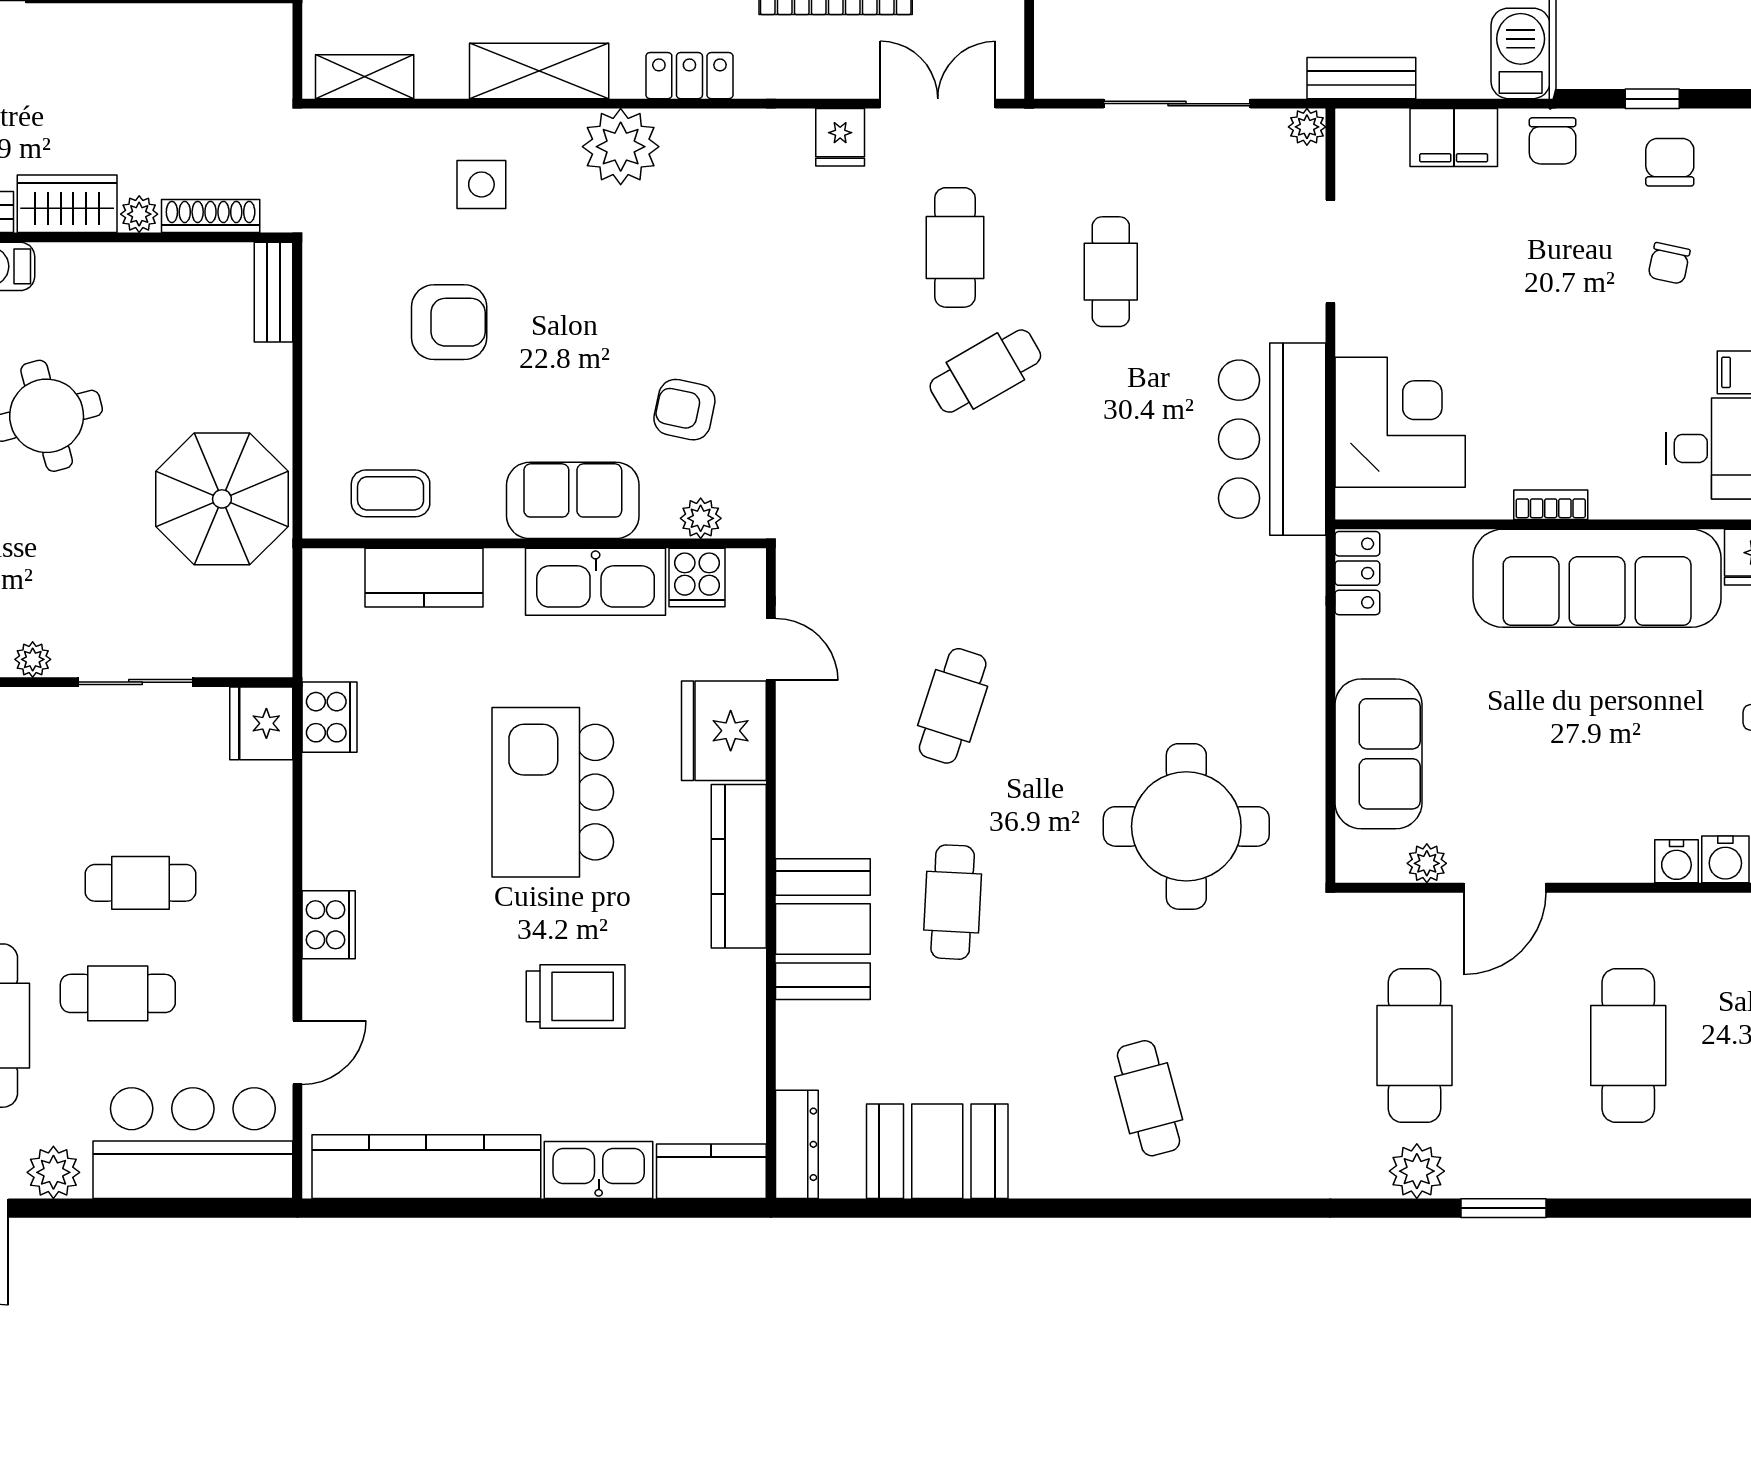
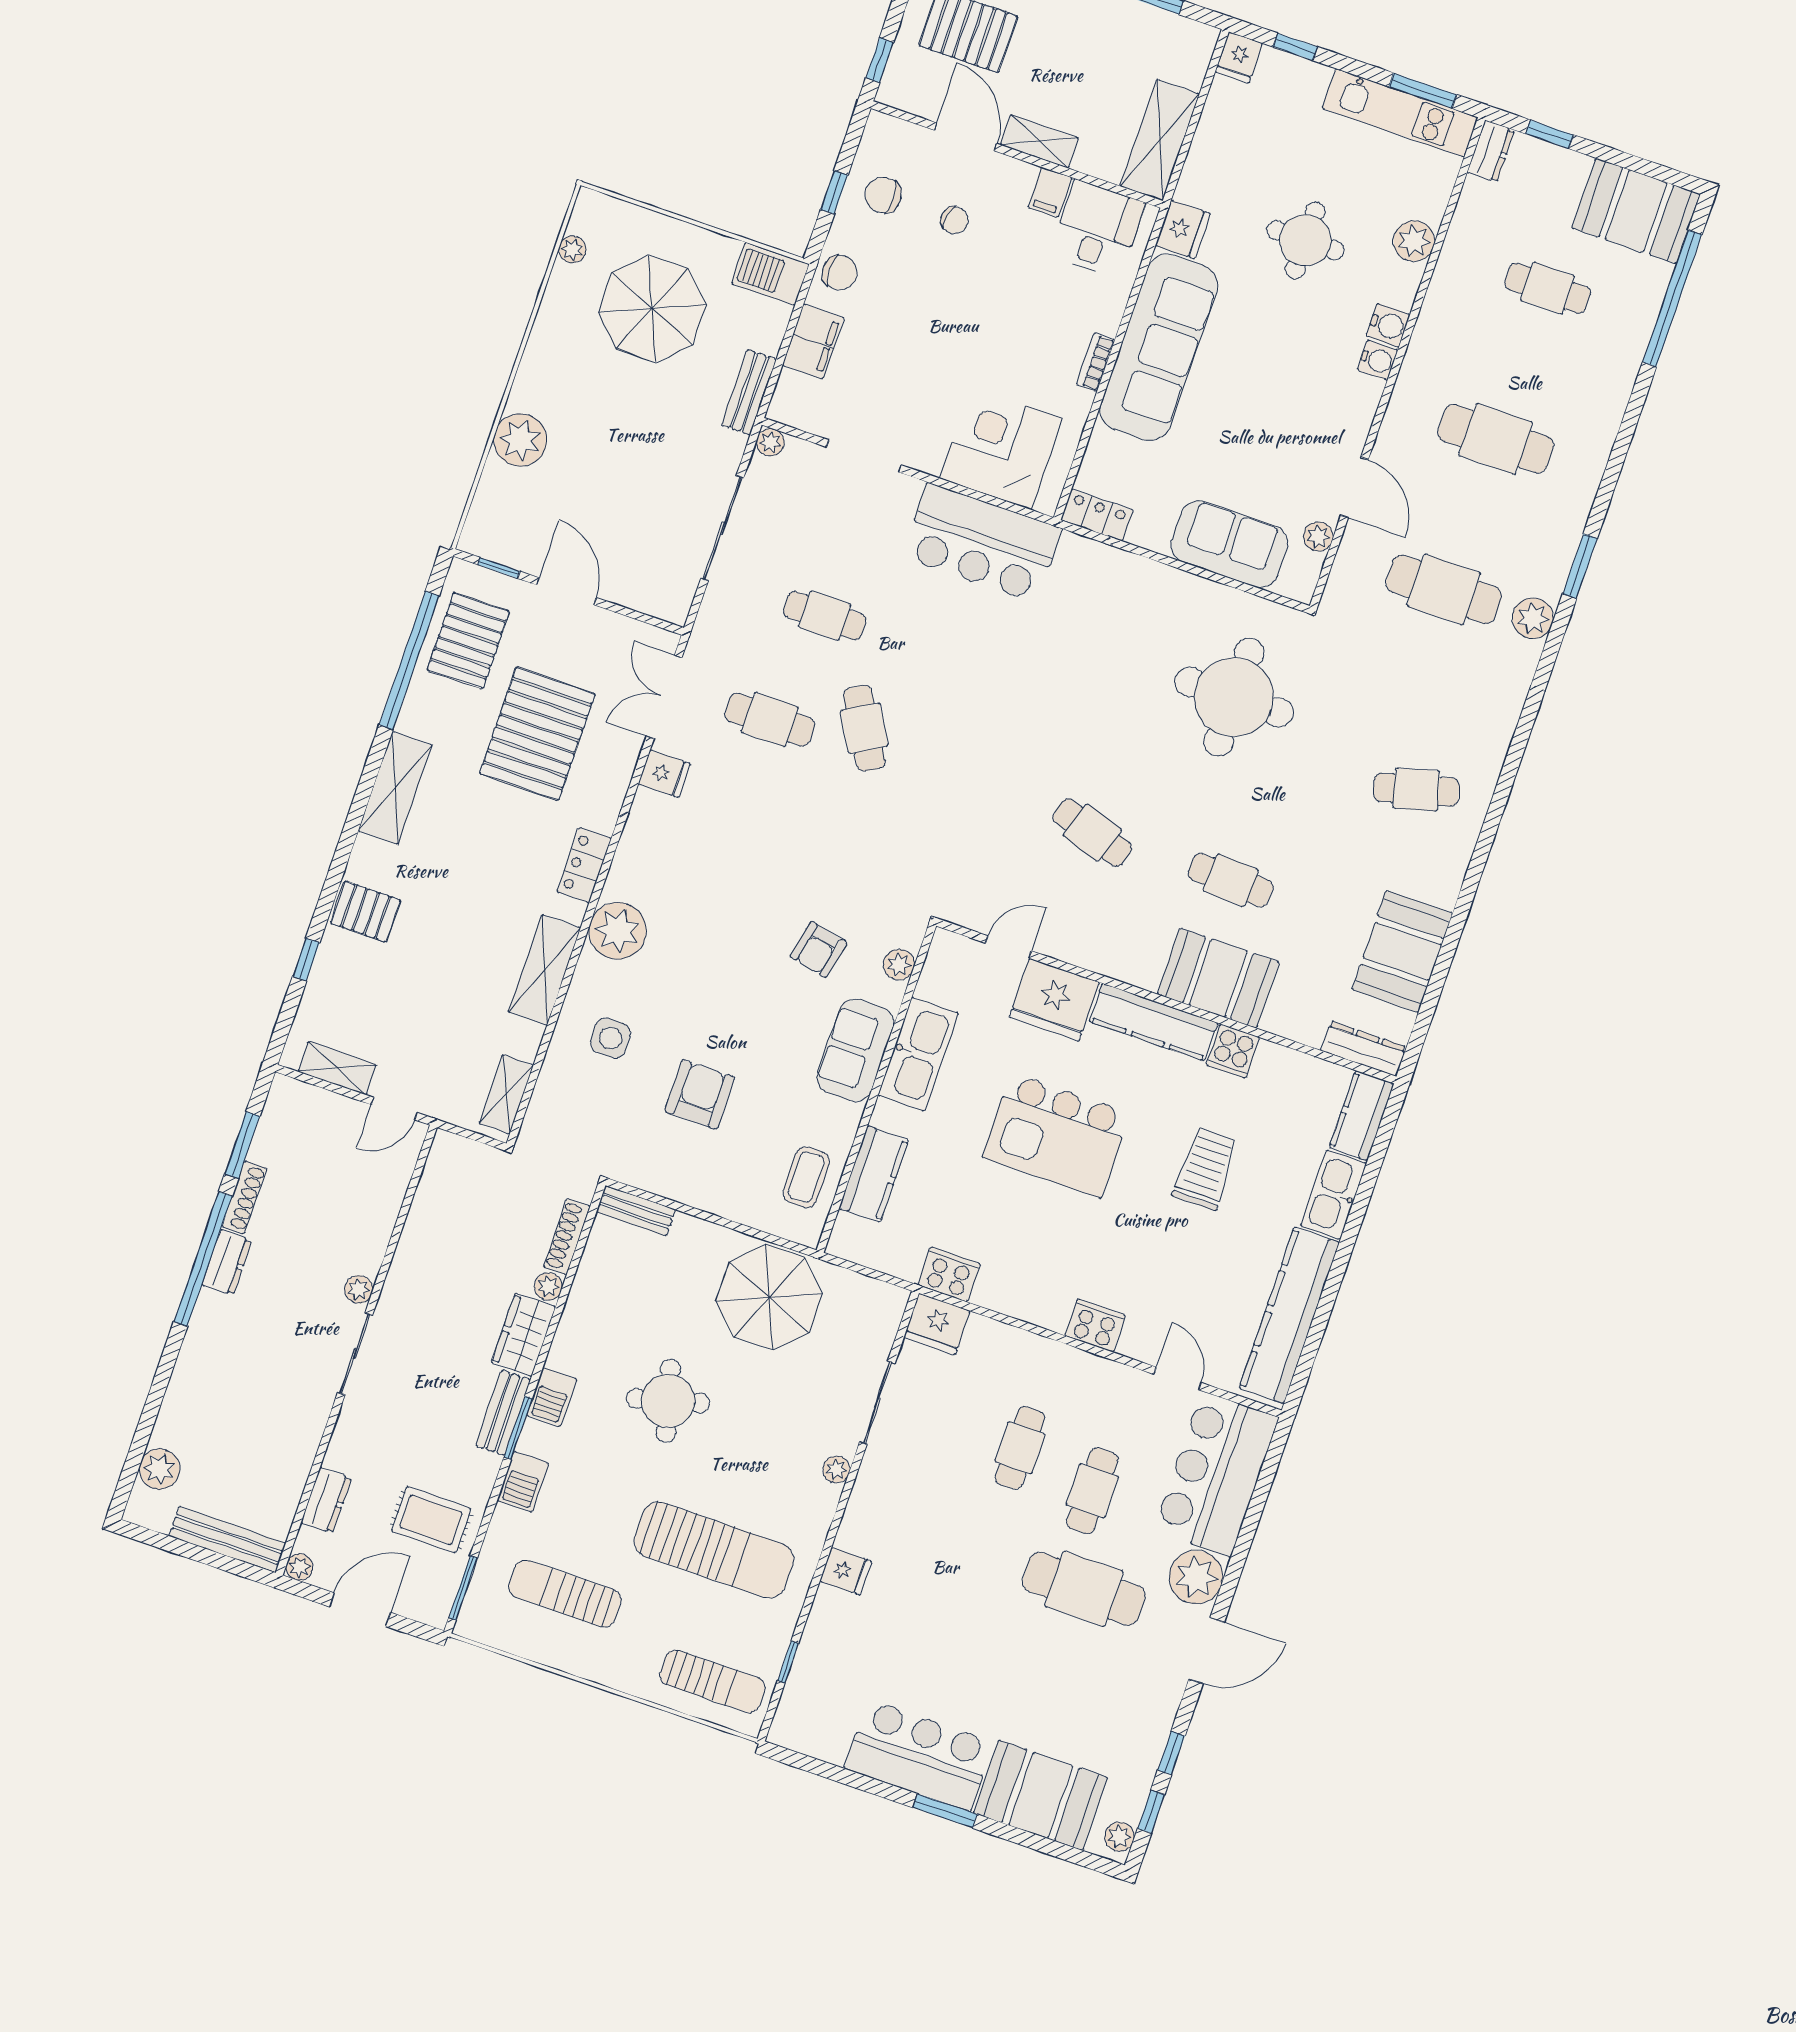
cooker: (697, 578) -> (1233, 1051), moved, turned 90
plant: (53, 1172) -> (1196, 1577), width x1.36, depth x1.36

